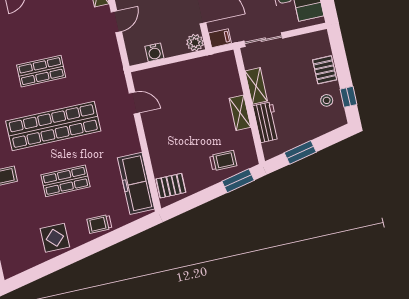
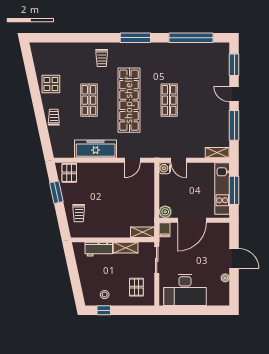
door: (116, 22) -> (179, 160), moved
water cooler: (154, 52) -> (165, 168), moved
pallet: (325, 70) -> (136, 287), moved, turned 90
shelving: (240, 113) -> (143, 232), moved
window: (300, 152) -> (73, 268), removed
window: (238, 181) -> (56, 192), moved
freezer: (136, 183) -> (96, 149), moved

